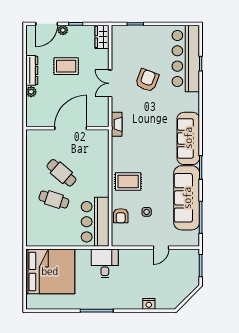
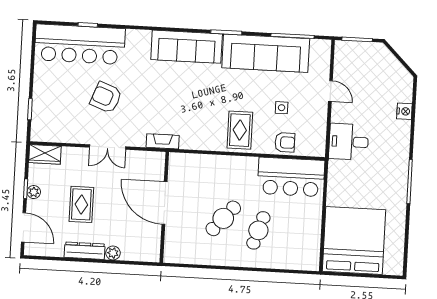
plant: (63, 30) -> (34, 192), moved
desk: (105, 263) -> (349, 142), moved

